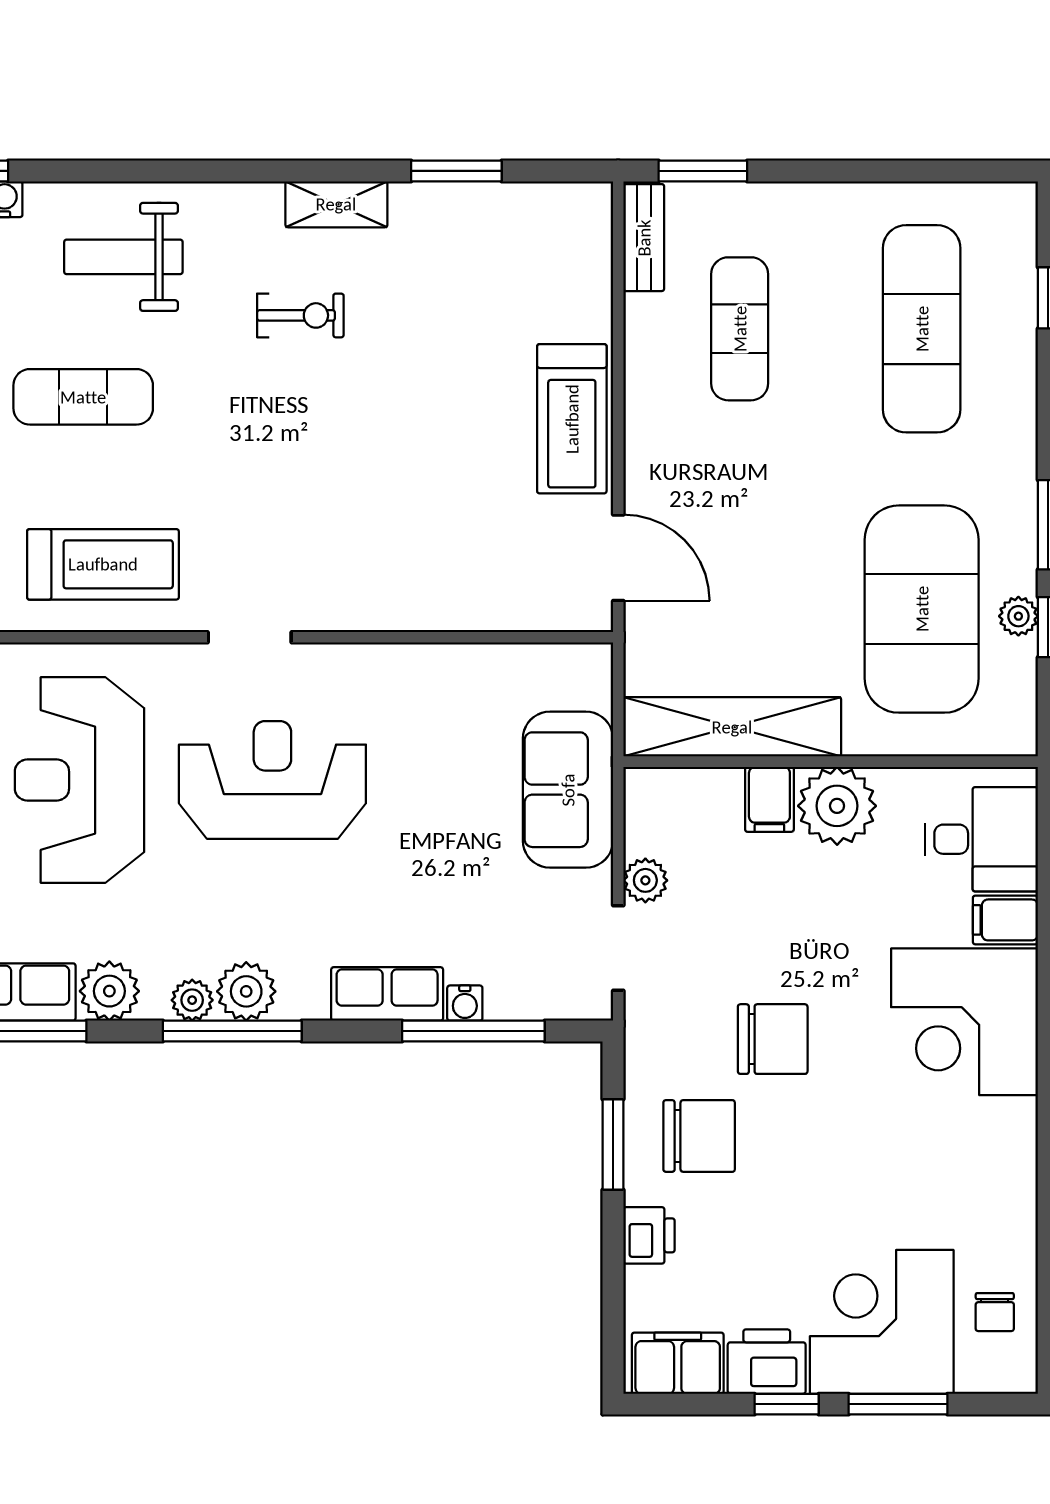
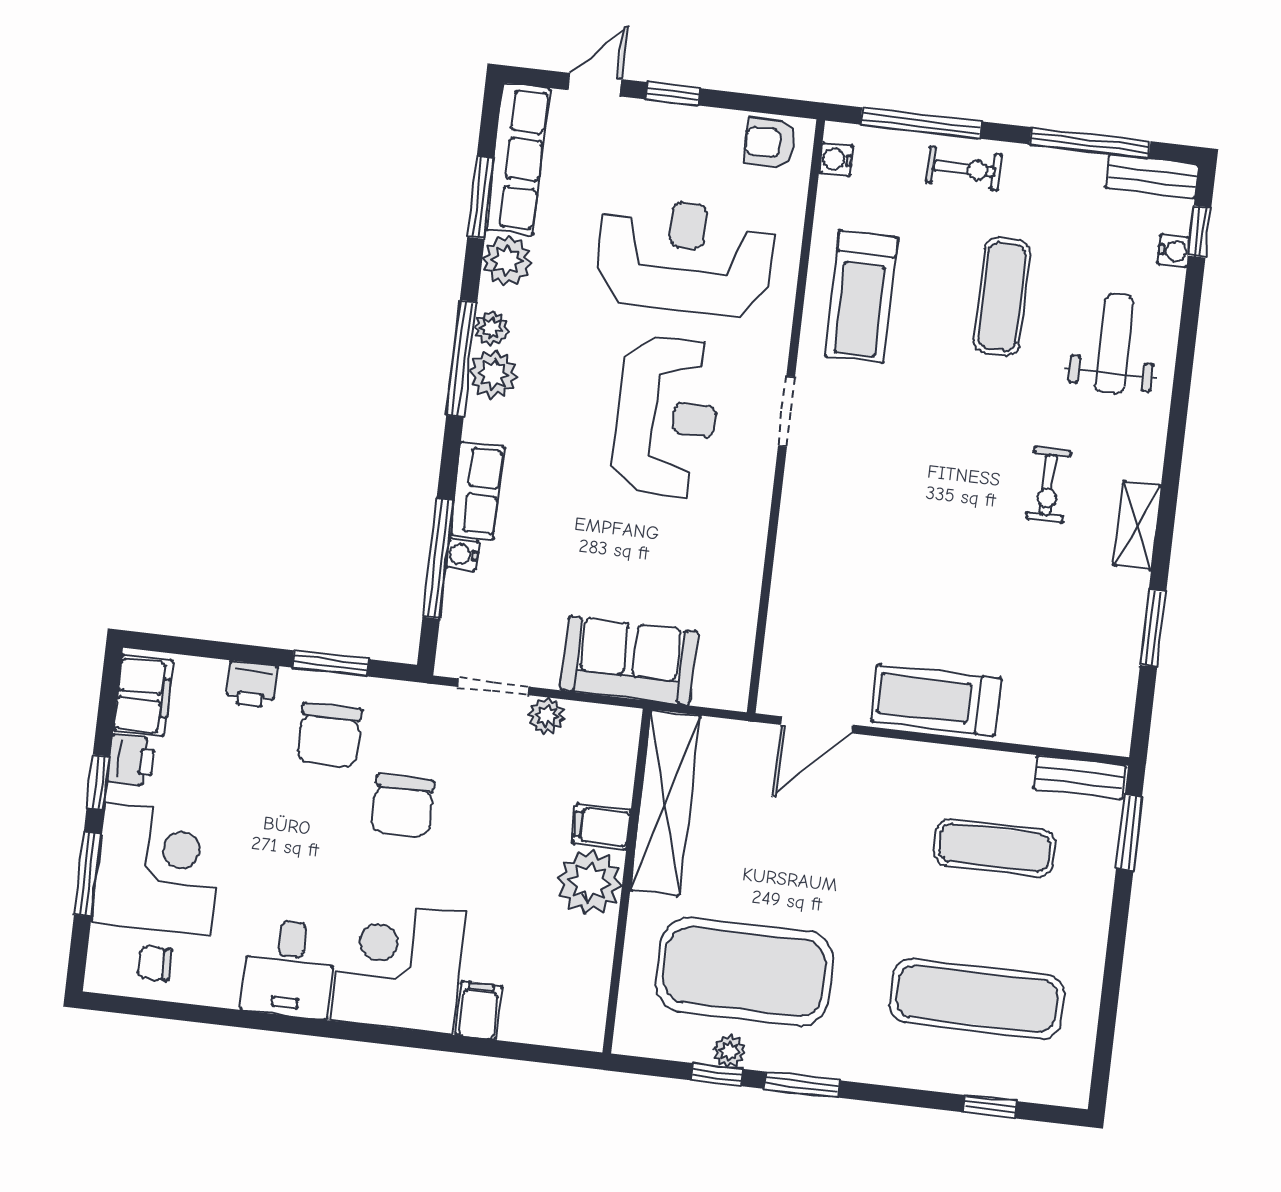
desk: (982, 839) -> (289, 968), moved
printer: (767, 1362) -> (131, 760), width x0.73, depth x0.81

